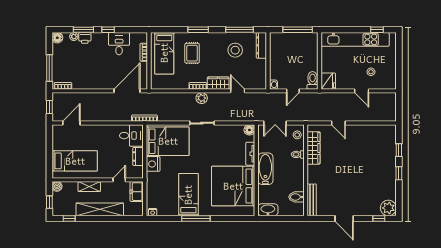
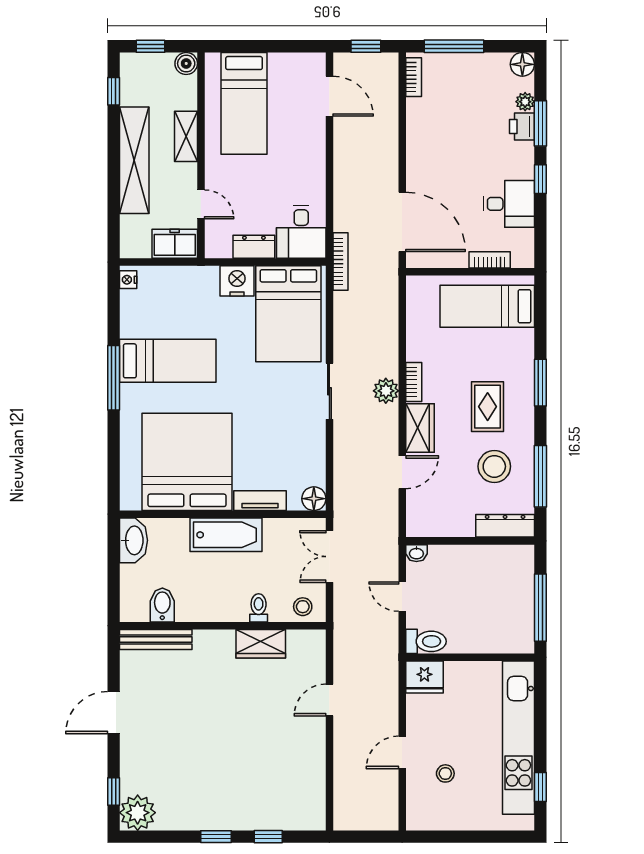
rug: (192, 53) -> (488, 407), moved, turned 90
wardrobe: (314, 148) -> (261, 644), width x0.67

